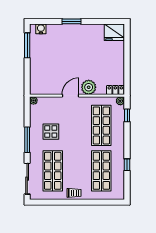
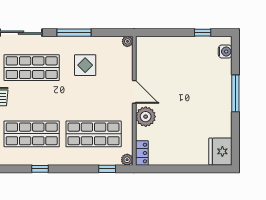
window: (72, 21) -> (235, 93), width x1.44
window: (27, 45) -> (203, 33), width x0.46

